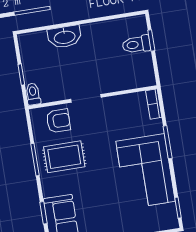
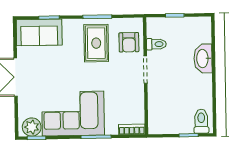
toilet: (136, 44) -> (201, 121), moved
toilet: (33, 94) -> (156, 44), moved
plant: (167, 215) -> (32, 127), added

